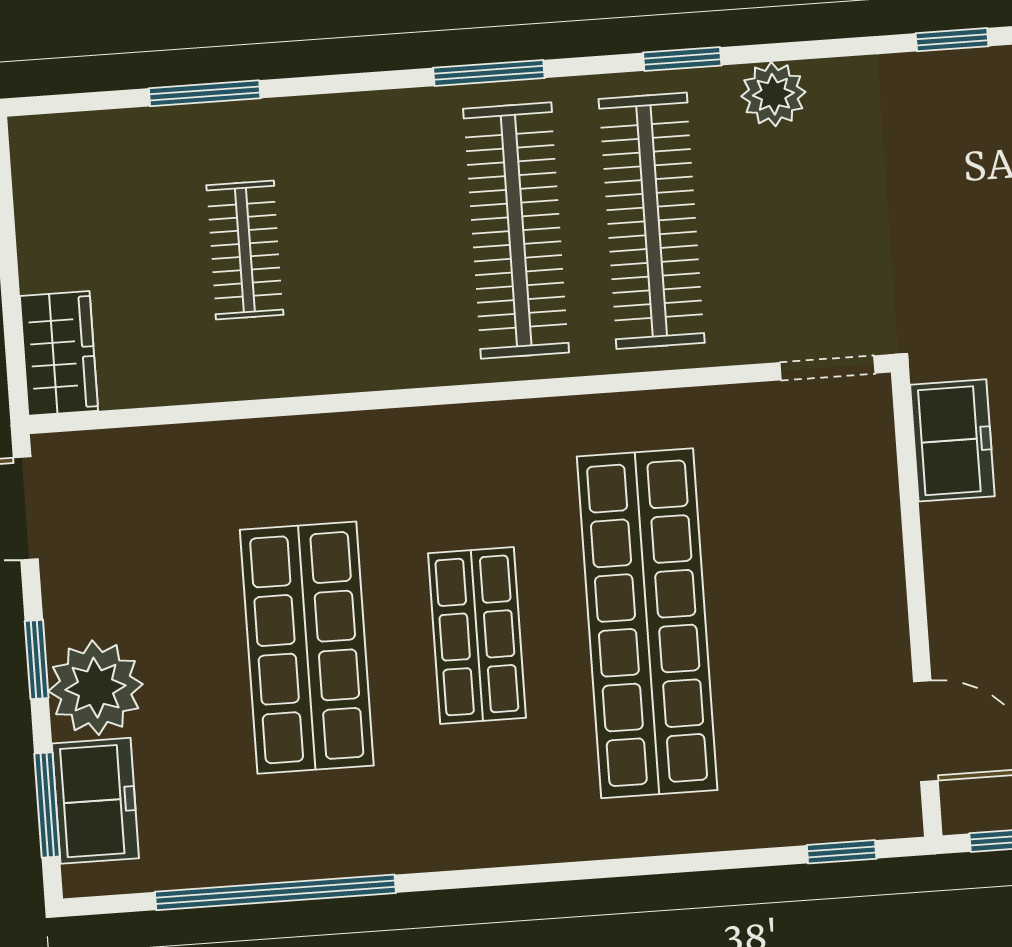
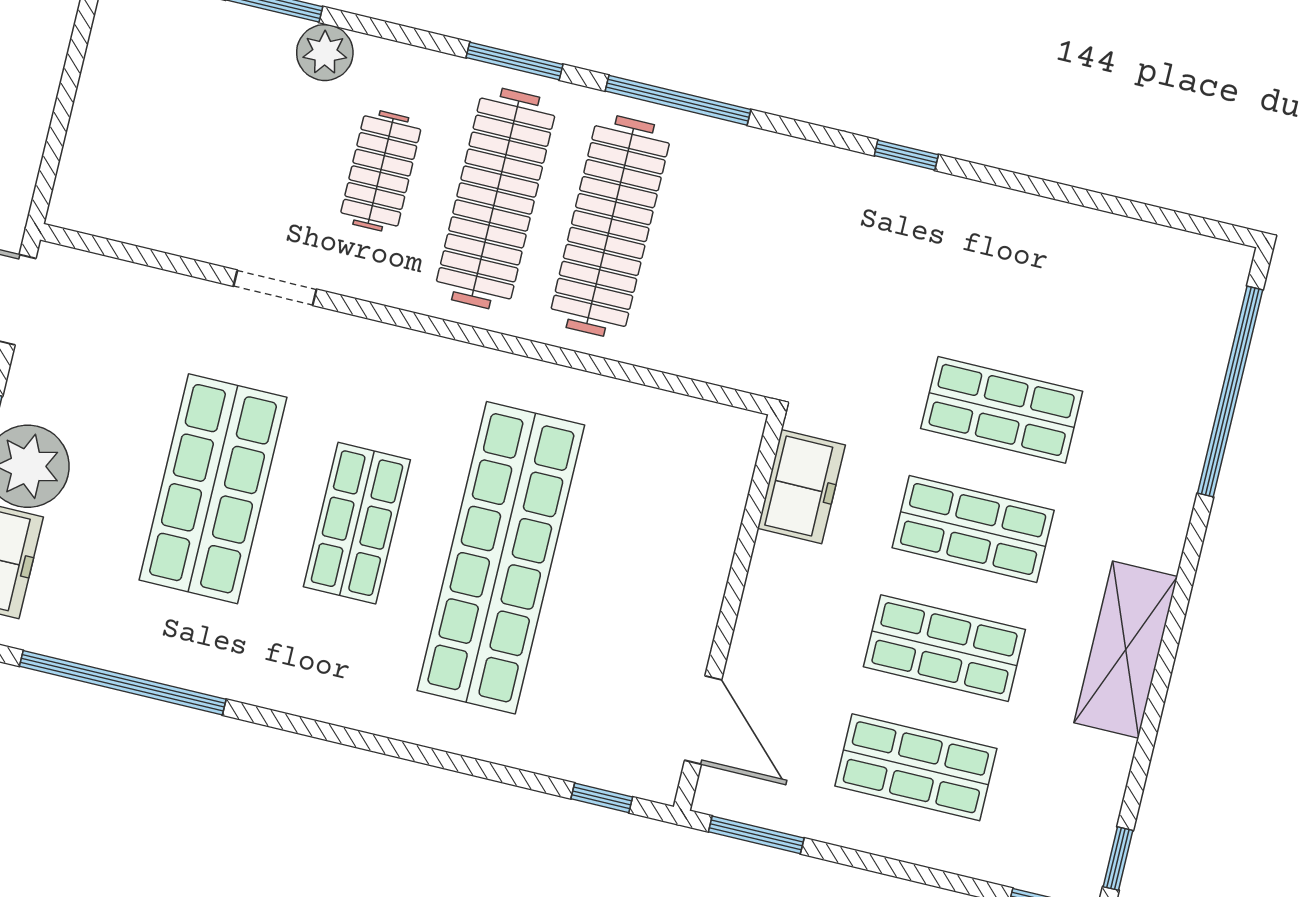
window: (682, 59) -> (678, 100), width x2.17
plant: (773, 94) -> (325, 53), moved
clothes rail: (245, 250) -> (381, 171), moved
wardrobe: (59, 353) -> (85, 180), removed
doorway: (828, 368) -> (275, 288), moved

